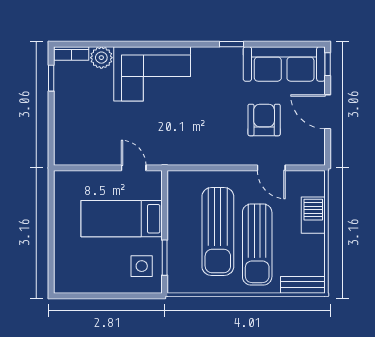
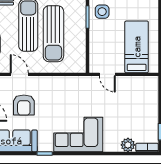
corner sofa: (152, 74) -> (78, 135), moved
bed: (122, 219) -> (137, 47), moved, turned -90
sun lounger: (218, 231) -> (53, 34), turned 180

